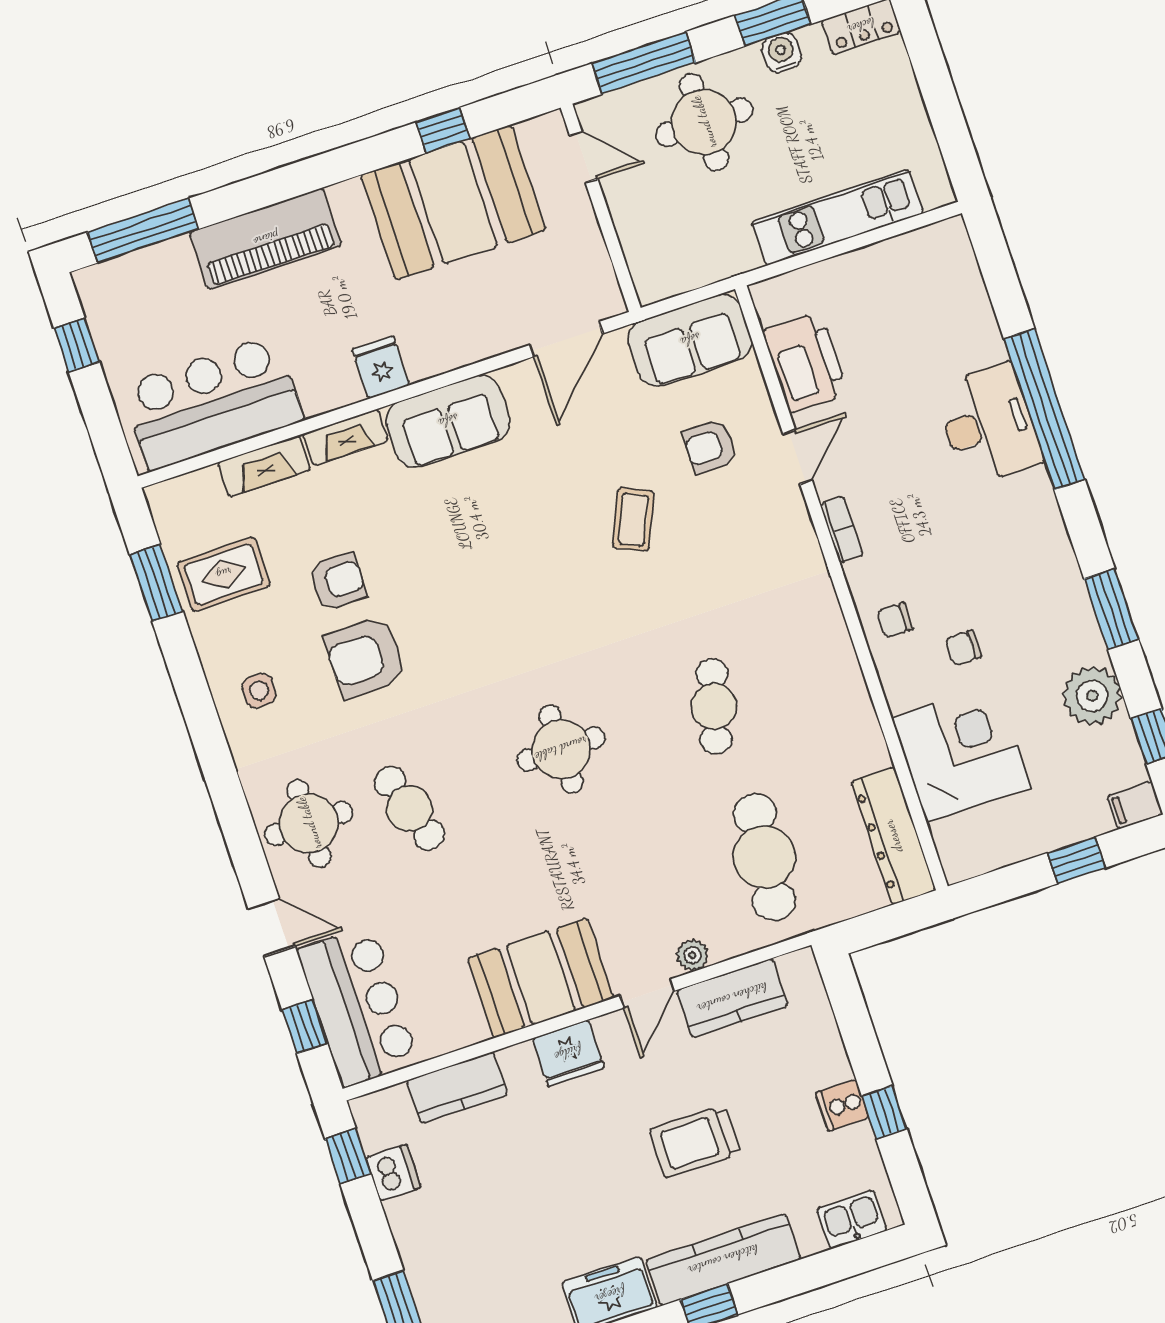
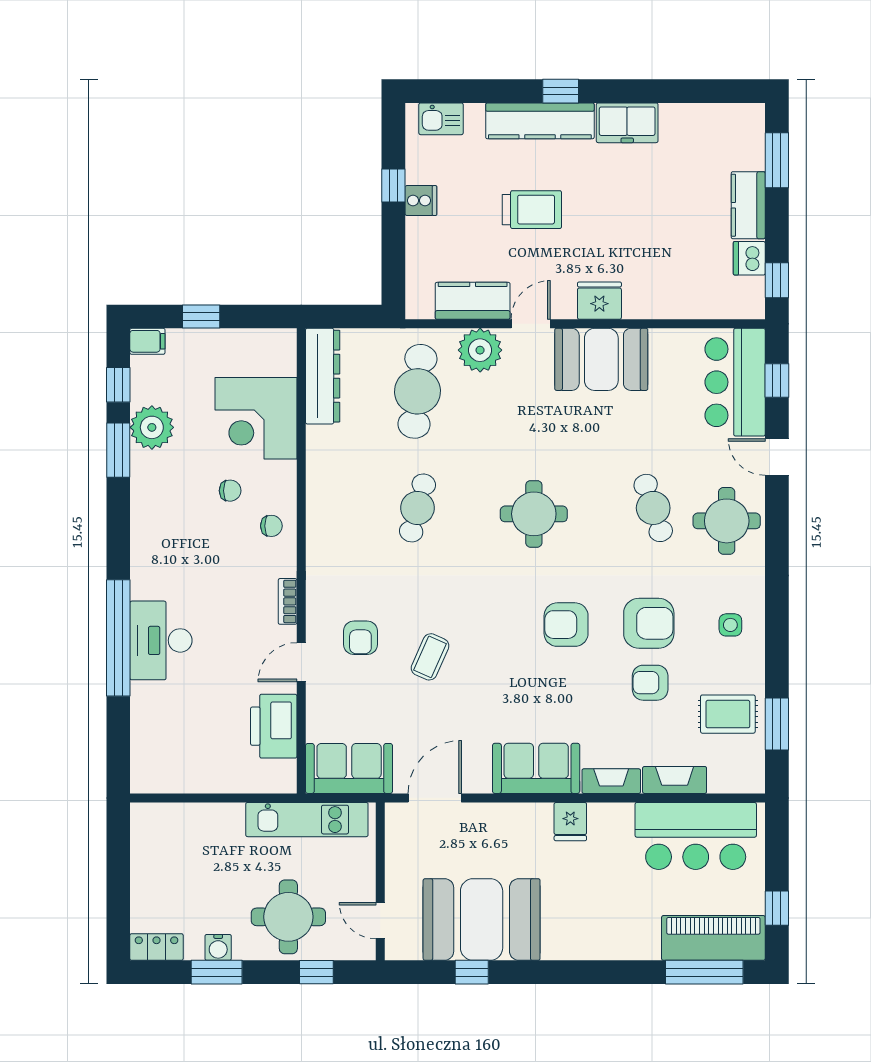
window: (644, 63) -> (316, 972), width x0.46
kitchen unit: (838, 217) -> (307, 820), moved
piano: (266, 239) -> (713, 938), moved
armchair: (710, 446) -> (360, 638), moved, turned 90
window: (1111, 609) -> (118, 450), moved
armchair: (472, 620) -> (566, 625), added
plant: (693, 955) -> (480, 350), width x1.87, depth x1.87
kitchen counter: (457, 1088) -> (748, 205), moved, turned -90

